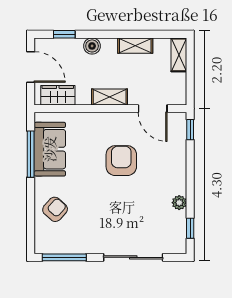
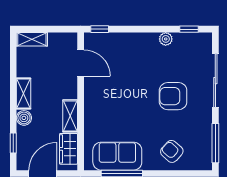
shelving: (135, 46) -> (24, 94), moved
shelving: (110, 97) -> (70, 116), moved
door: (153, 109) -> (81, 63), hinge flipped
armchair: (121, 161) -> (173, 96), moved

